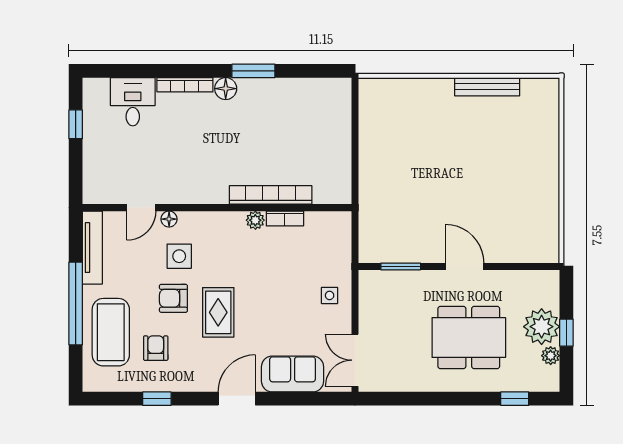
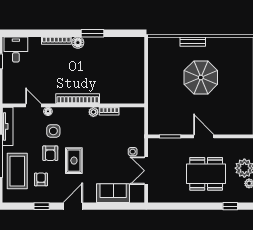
bench: (487, 87) -> (193, 42), moved, width x0.73
desk: (133, 102) -> (16, 49), moved
parasol: (459, 155) -> (201, 77), added
bookcase: (271, 195) -> (78, 99), moved
door: (141, 208) -> (33, 105), swing flipped
armchair: (173, 298) -> (50, 153), turned -90
double door: (355, 360) -> (146, 171), moved
door: (237, 399) -> (73, 206), moved

